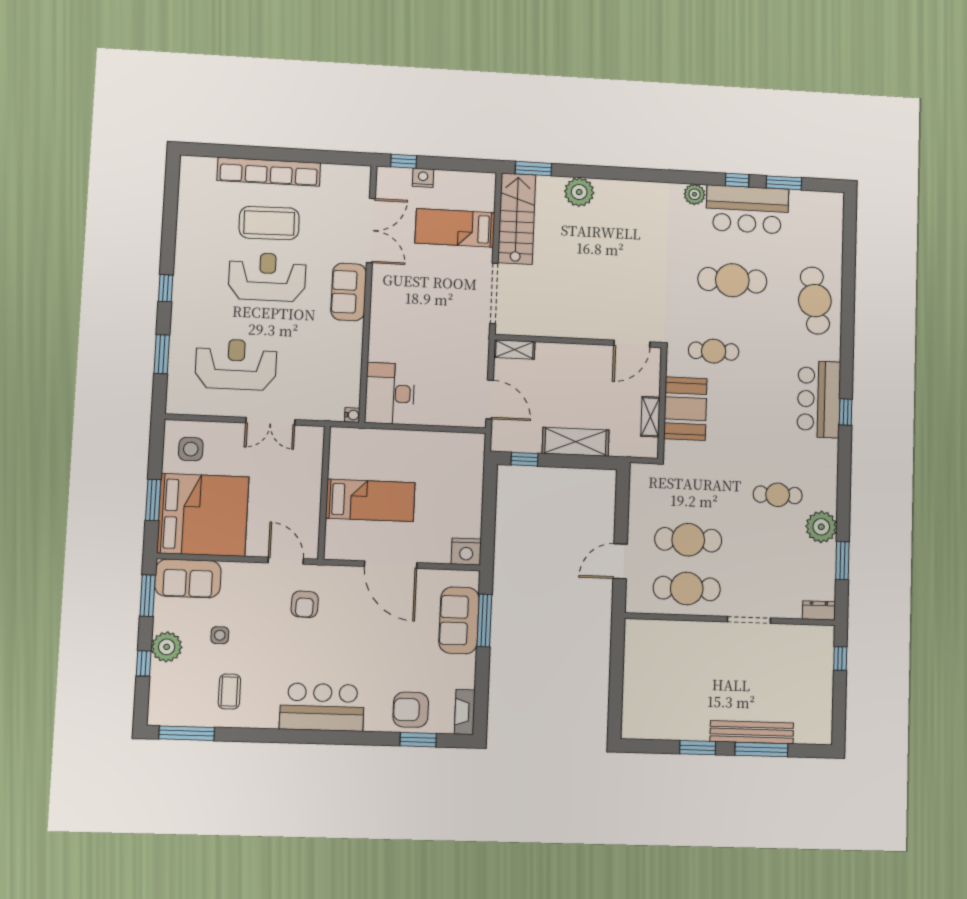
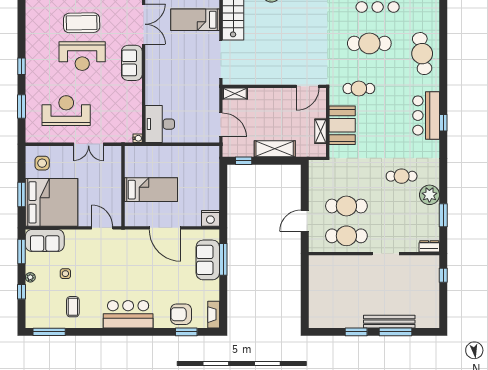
reception desk: (267, 277) -> (82, 56), turned 180
armchair: (305, 604) -> (115, 254), removed
plant: (167, 647) -> (30, 277), width x0.53, depth x0.53

